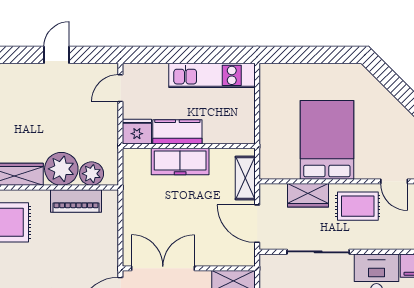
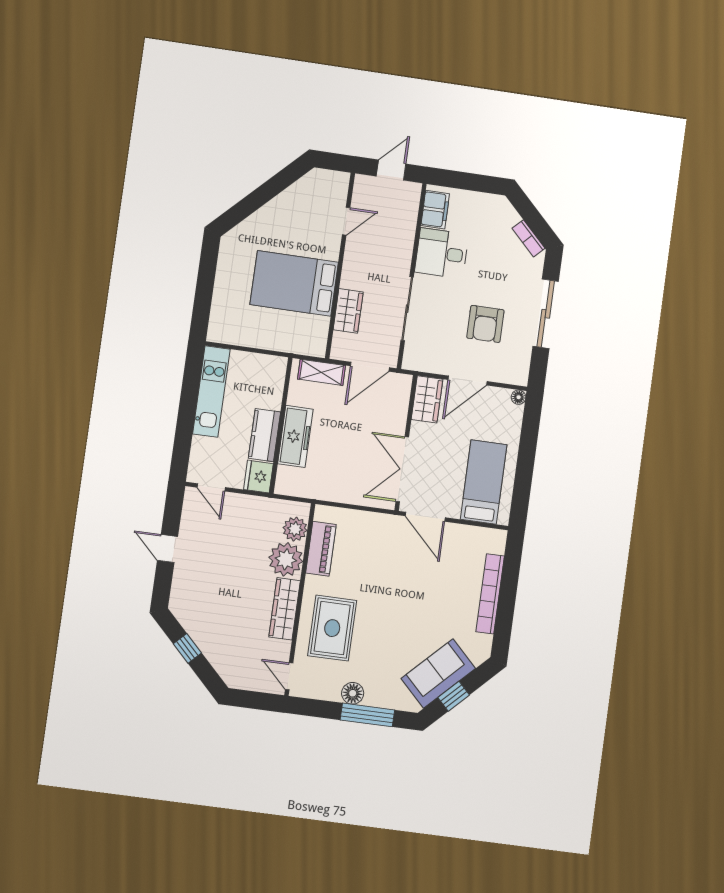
rug: (358, 206) -> (366, 262), removed

